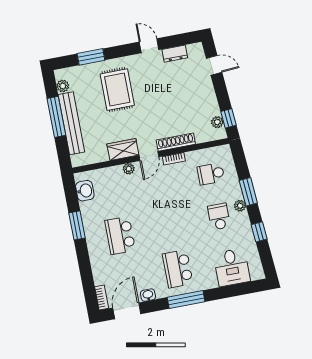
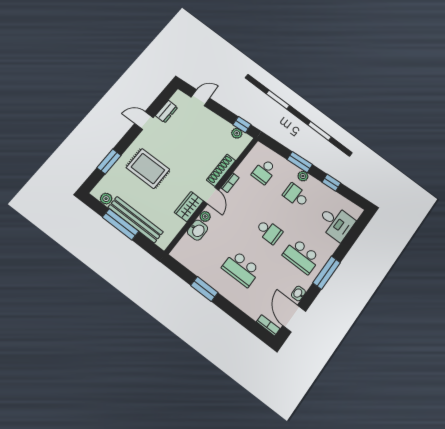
washbasin: (85, 191) -> (197, 230), moved, turned 90
school desk: (170, 226) -> (269, 231), added

